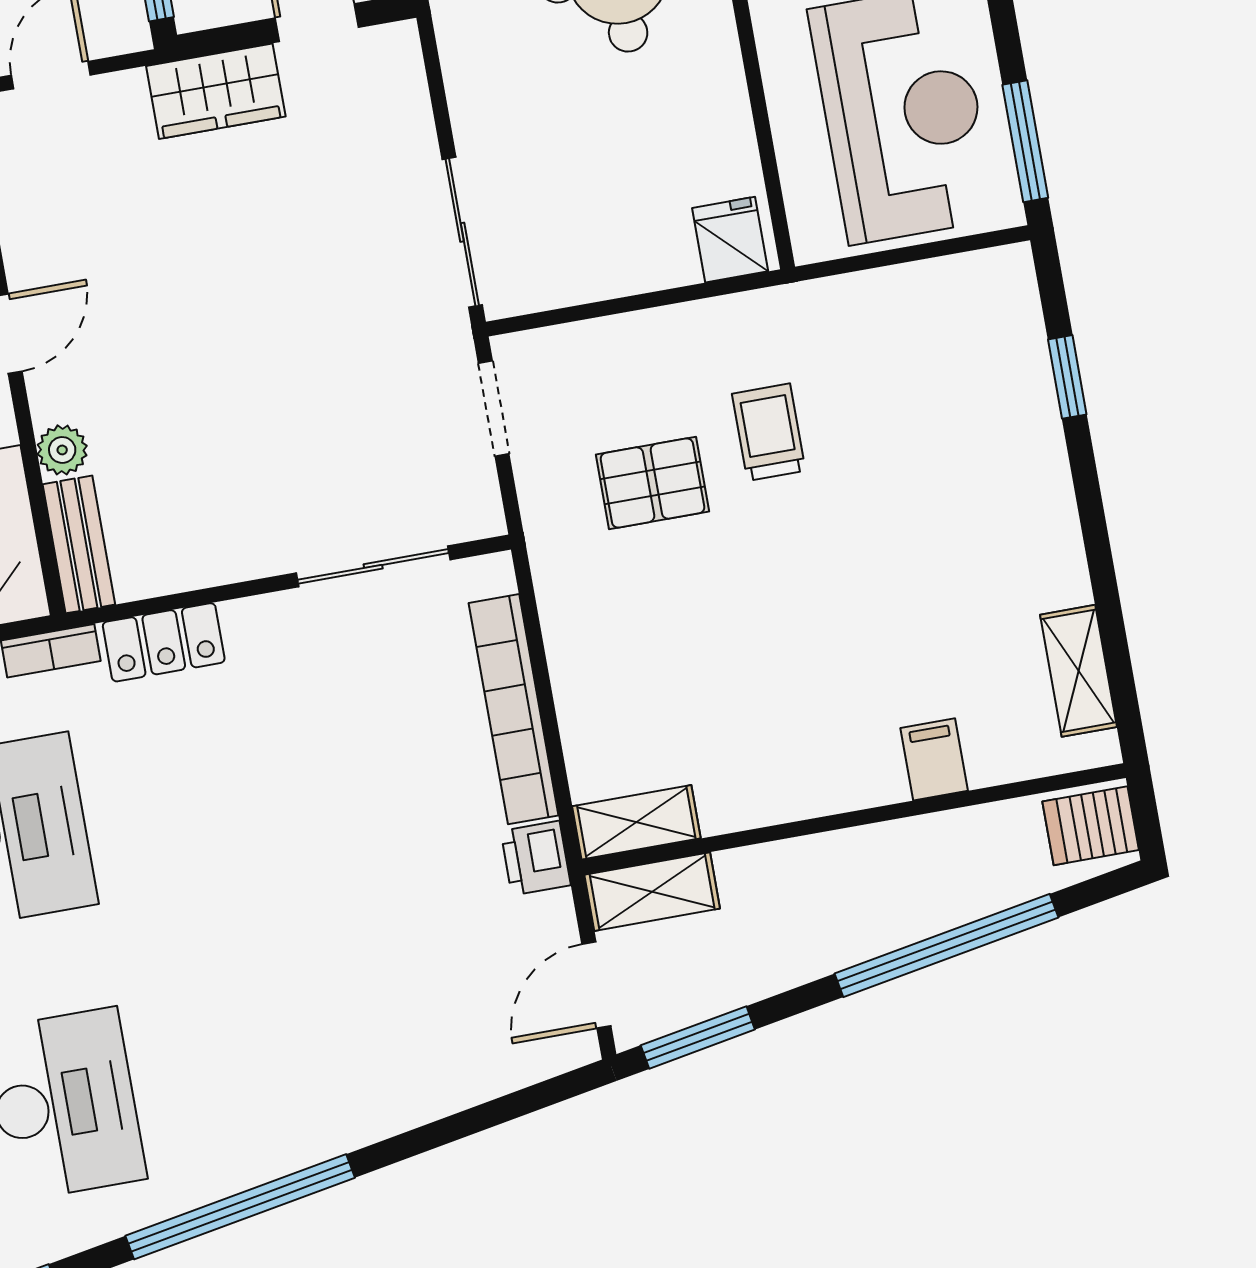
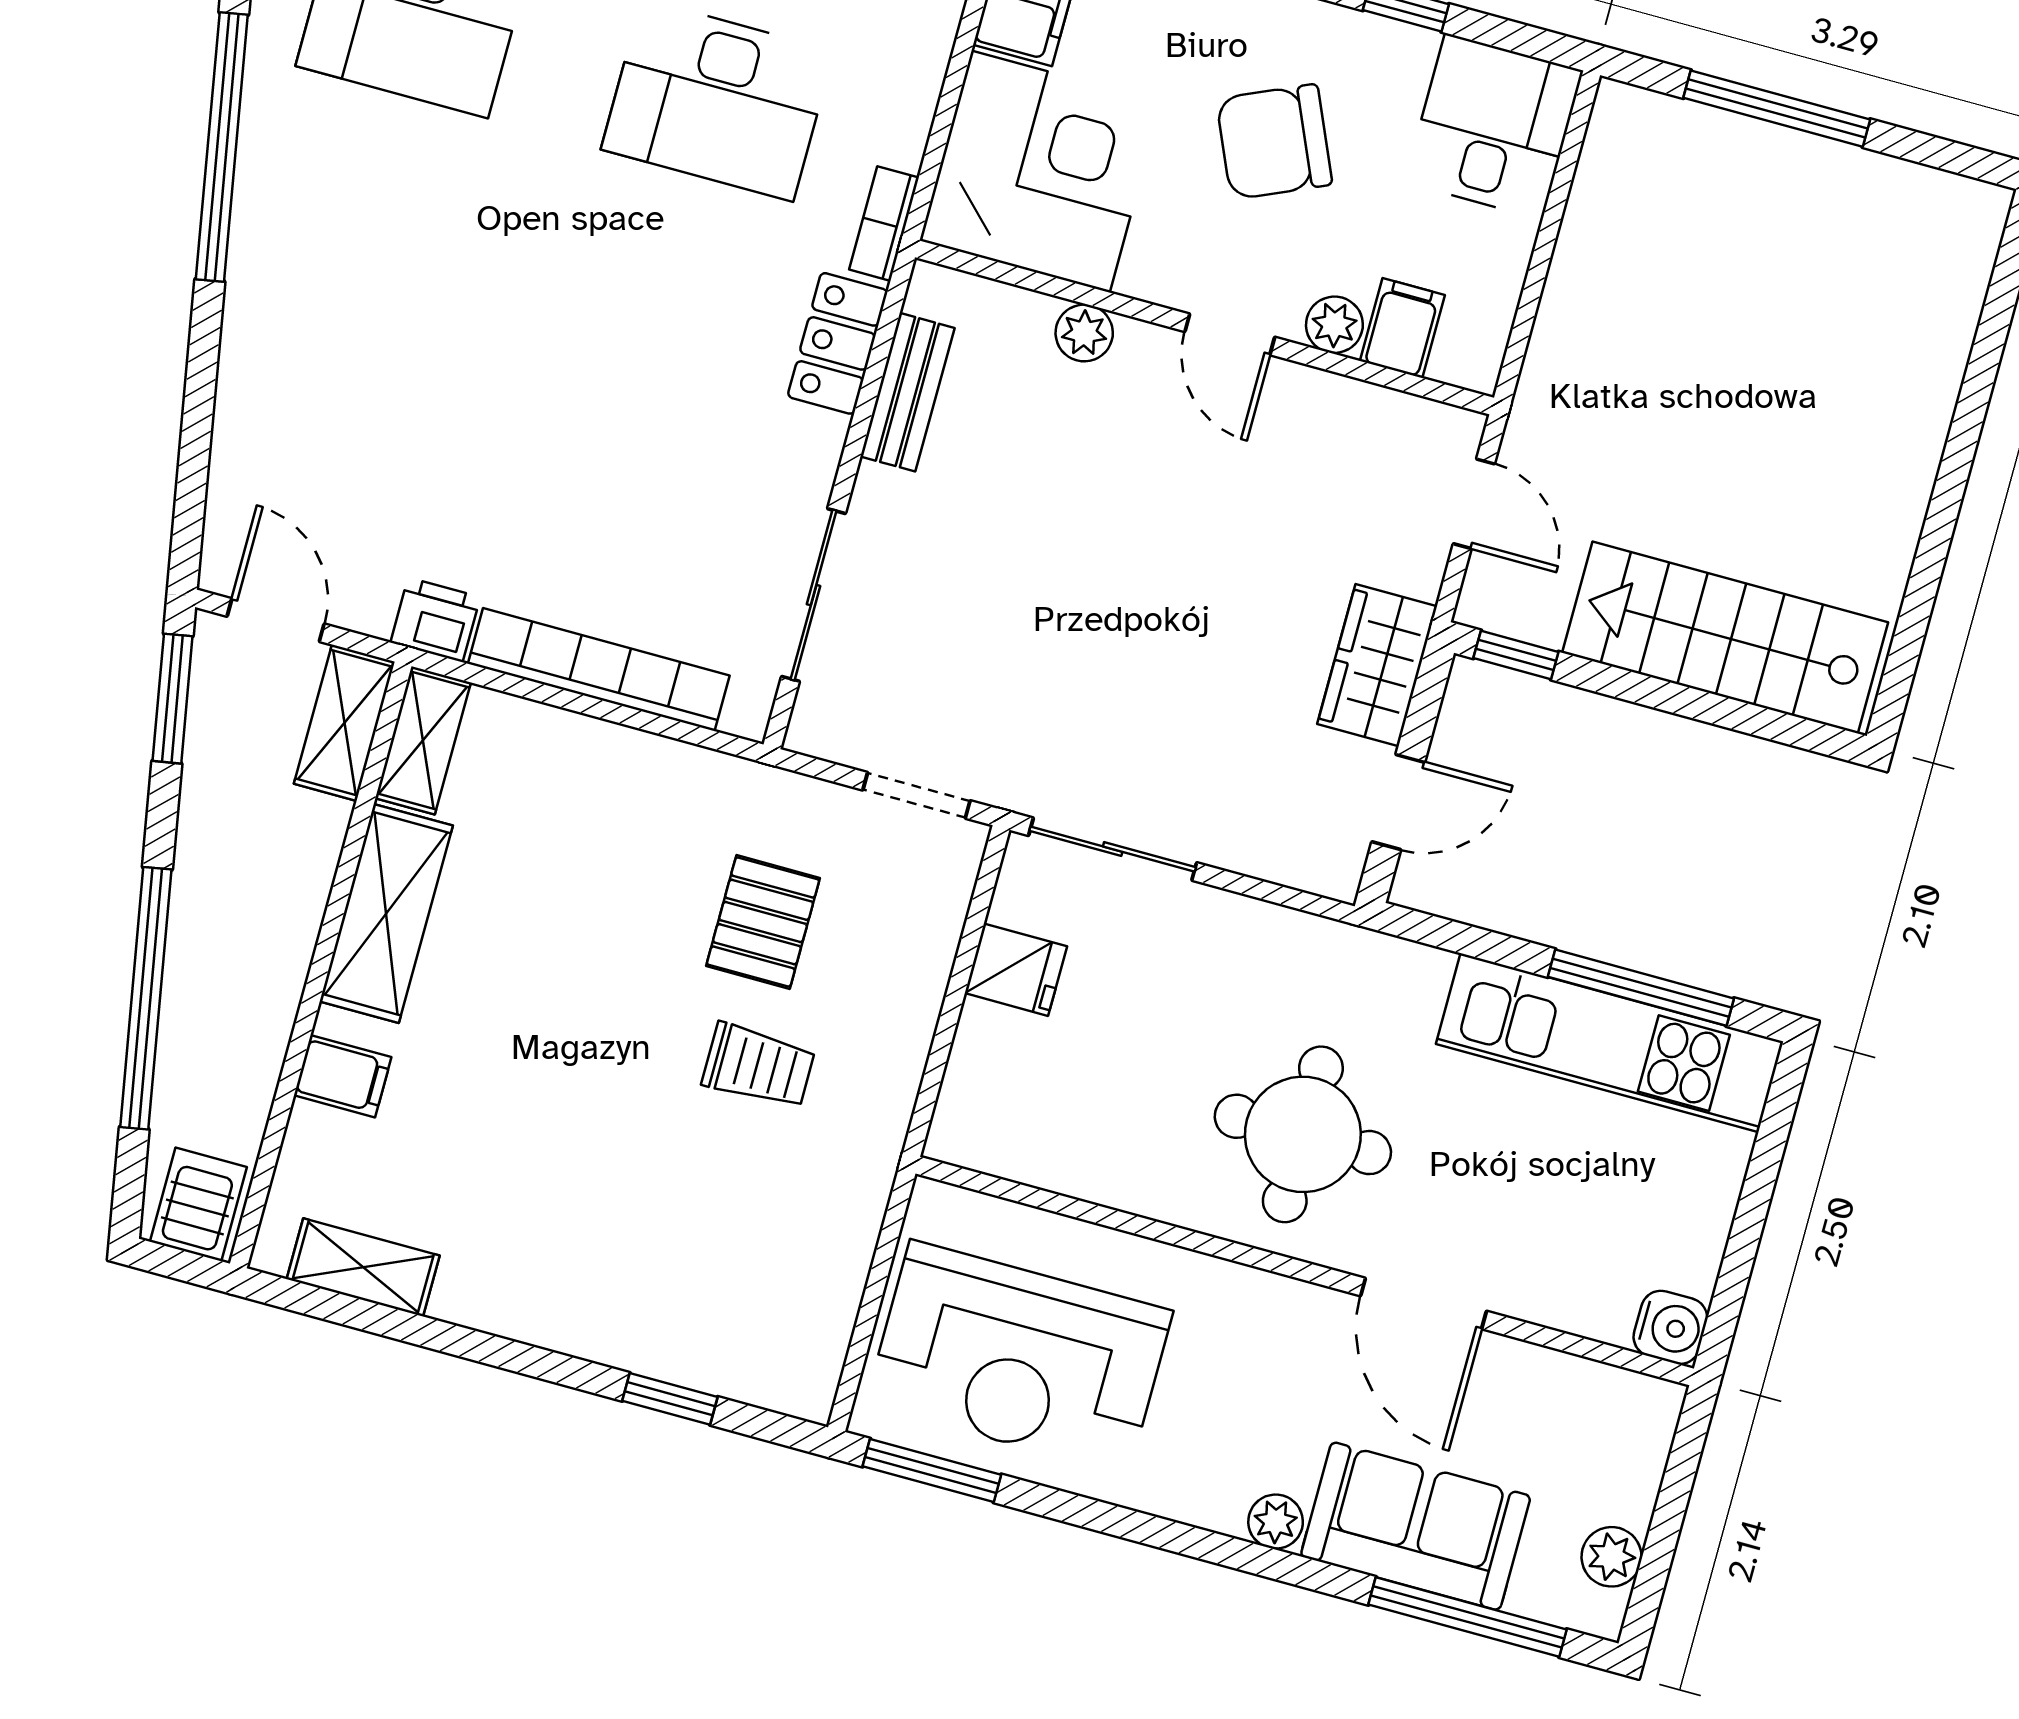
fridge: (730, 240) -> (1016, 970), moved
bench: (79, 544) -> (907, 392), moved, turned 90
shelving: (788, 786) -> (386, 914), added

